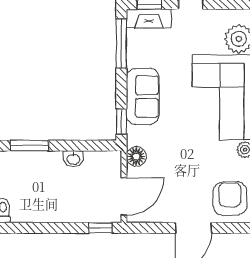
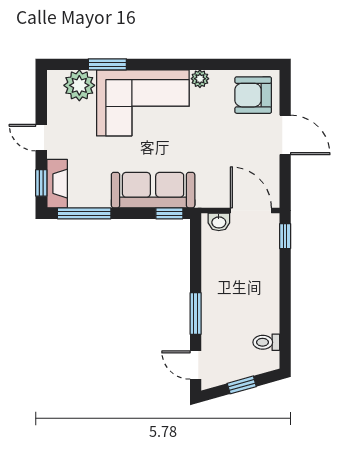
sofa: (143, 97) -> (153, 190), width x1.36
floor lamp: (136, 156) -> (207, 197), removed
washbasin: (73, 159) -> (219, 222), moved, turned 90

